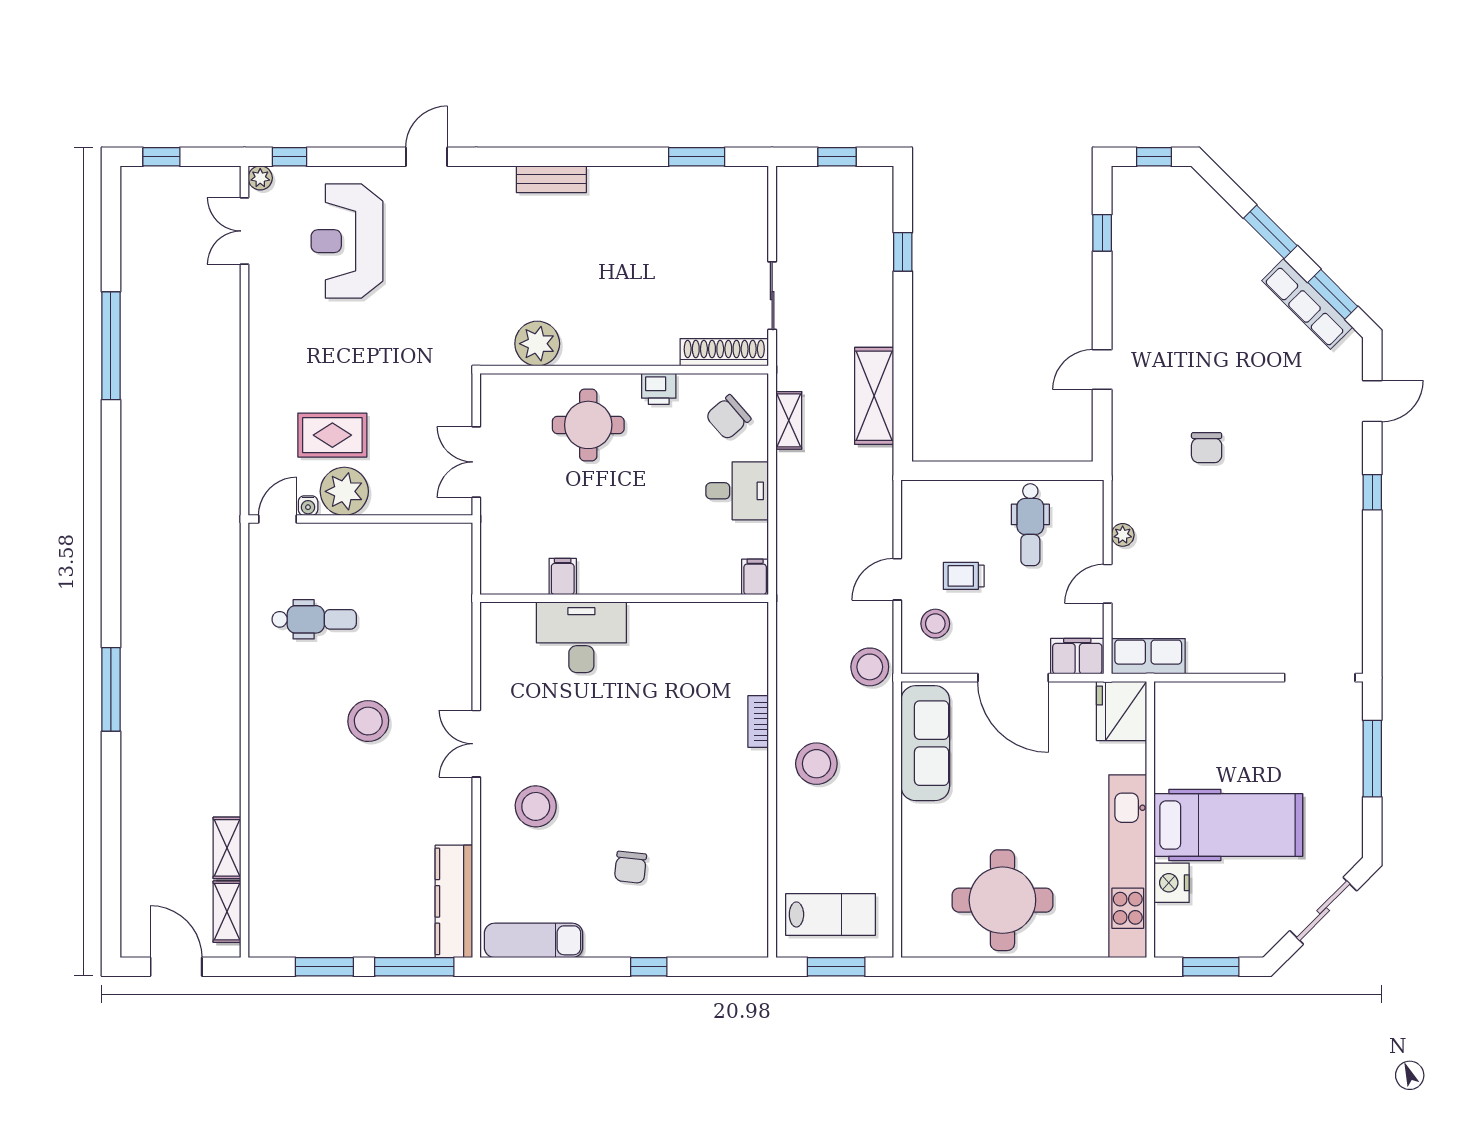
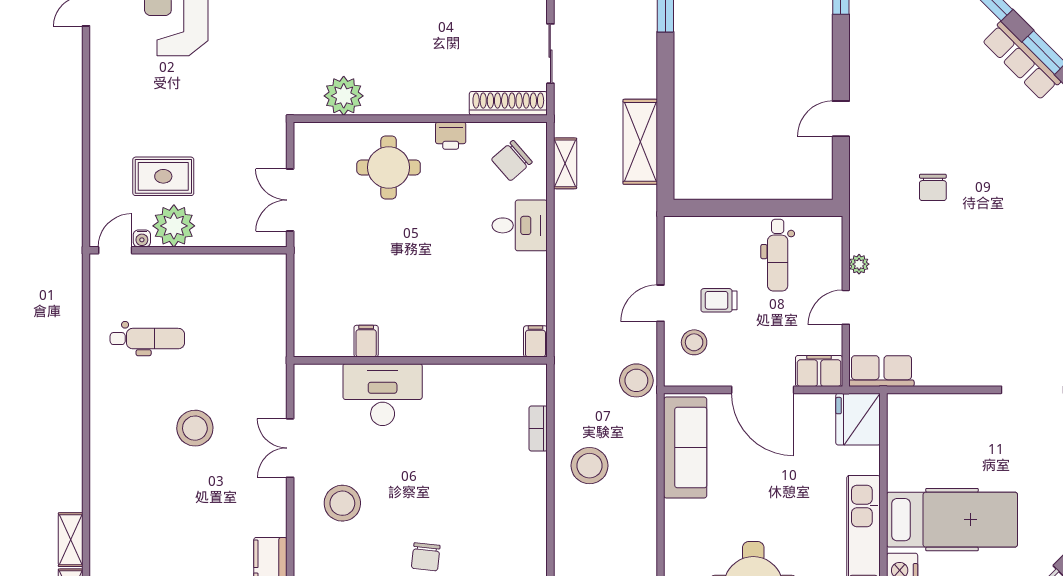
filing cabinet: (563, 577) -> (366, 341), moved
filing cabinet: (755, 577) -> (535, 341), moved
wall: (624, 598) -> (420, 360), moved
desk: (581, 637) -> (383, 395), moved

